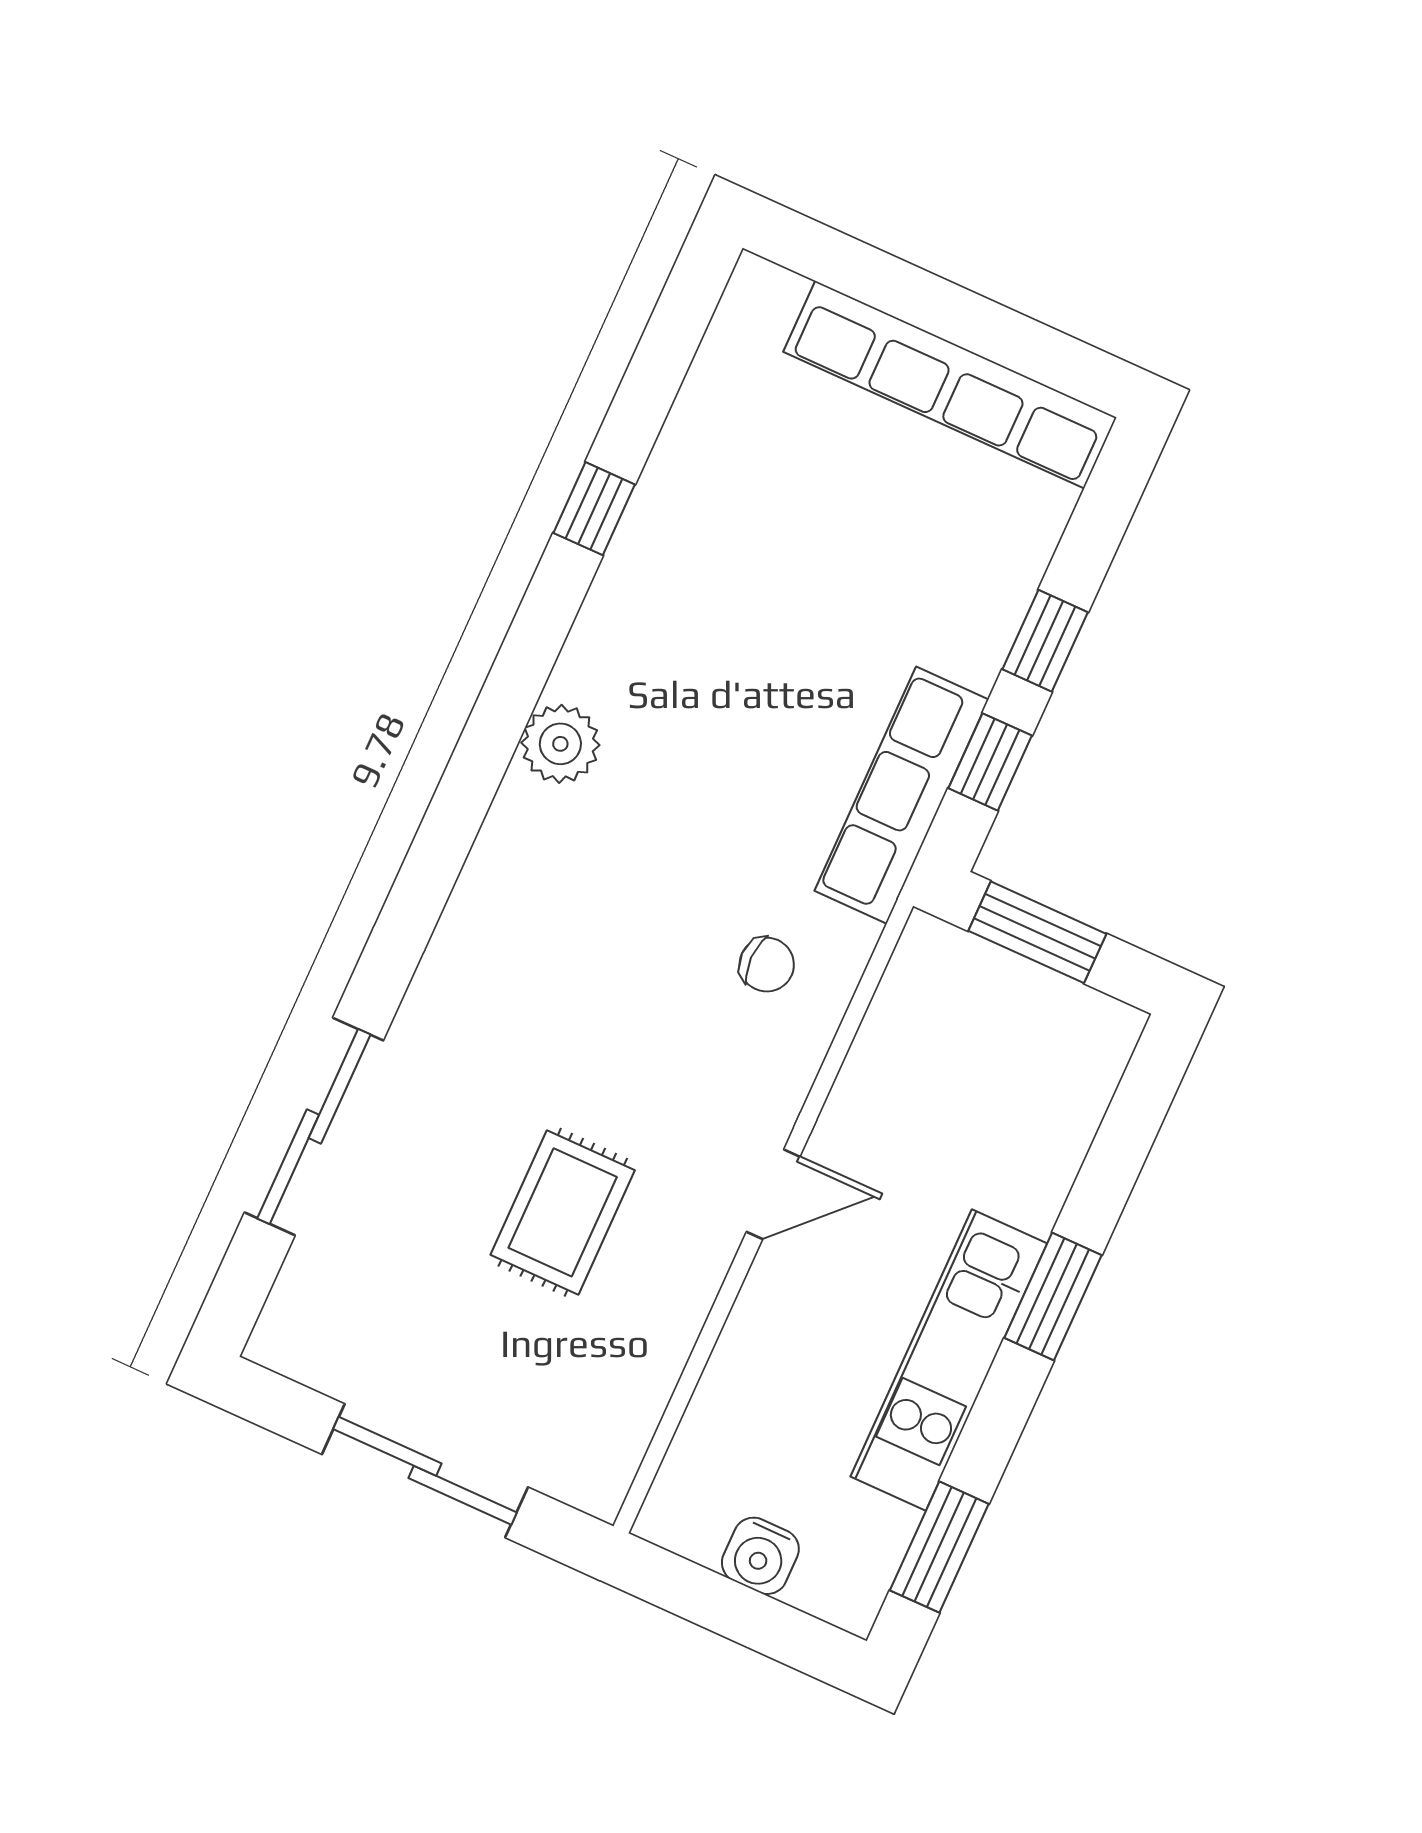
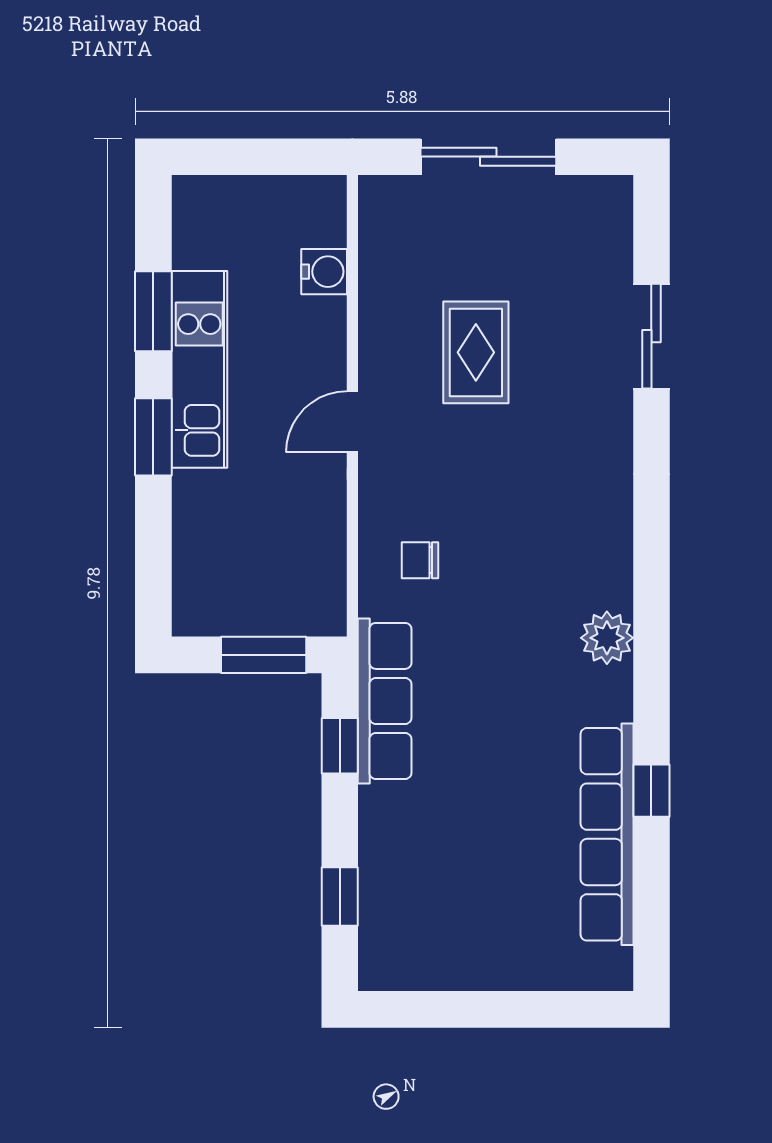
row of seats: (950, 385) -> (607, 834), moved, turned -90
window: (1045, 641) -> (340, 897), moved
sliding door: (314, 1126) -> (651, 336), width x0.73
window: (939, 1547) -> (153, 311), moved
water cooler: (760, 1556) -> (324, 272), moved, turned 90

